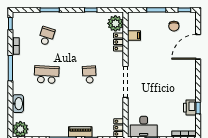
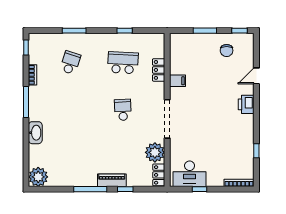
plant: (115, 23) -> (155, 152), moved
filing cabinet: (134, 36) -> (178, 81), moved
door: (198, 47) -> (256, 76), width x0.53
school desk: (46, 75) -> (123, 63), moved
washbasin: (18, 104) -> (35, 133), moved
printer: (190, 108) -> (246, 104), moved

